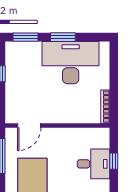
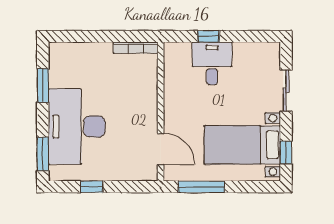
window: (63, 37) -> (43, 85), moved
desk: (71, 63) -> (77, 127), moved

